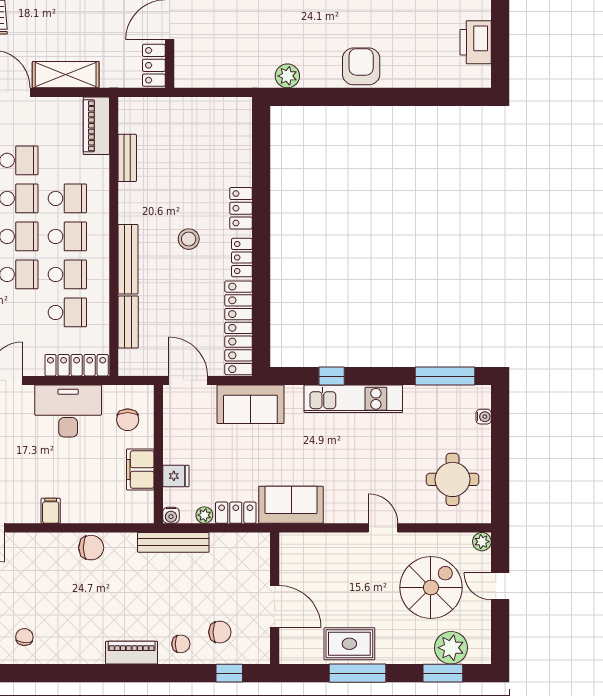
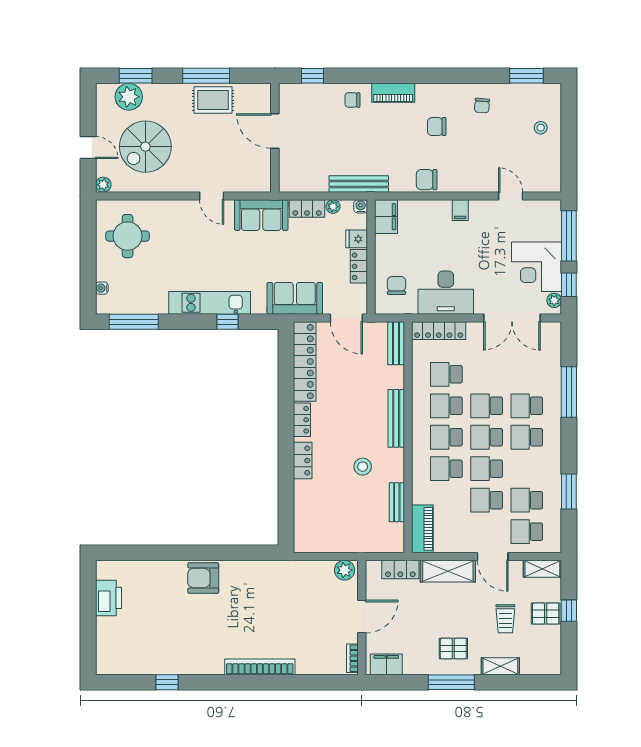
locker: (154, 65) -> (400, 570), moved, turned 90
armchair: (361, 66) -> (203, 578), turned 90
plant: (287, 76) -> (345, 570), moved
stool: (189, 239) -> (363, 467), moved
bench: (128, 322) -> (396, 343), moved
locker: (173, 443) -> (359, 266), added
filing cabinet: (140, 469) -> (386, 217), moved
door: (383, 528) -> (212, 196), moved
chair: (220, 632) -> (437, 127), moved

